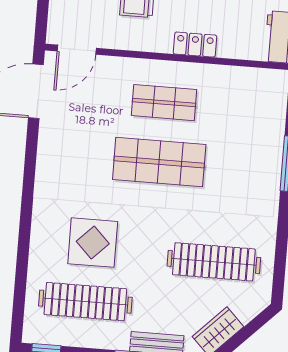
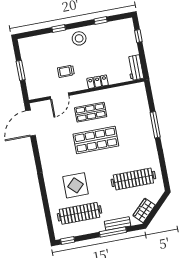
door: (77, 50) -> (59, 96), moved

